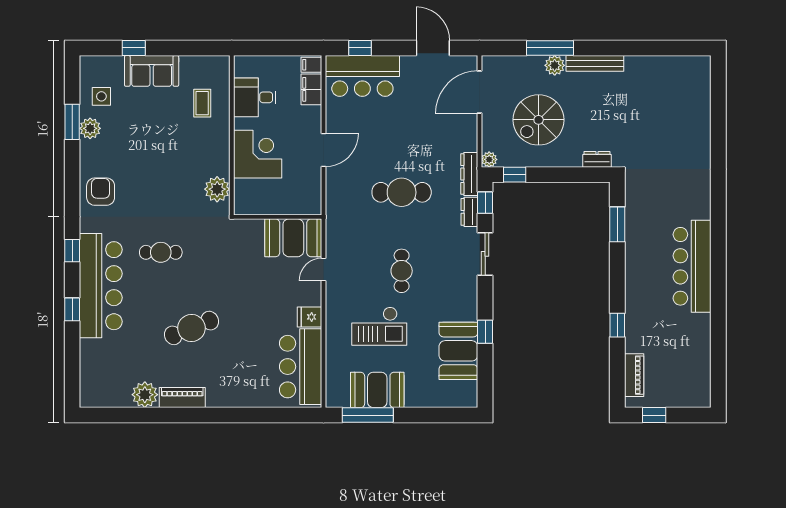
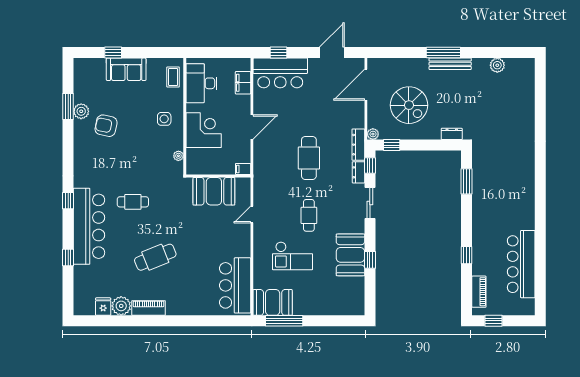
door: (433, 48) -> (332, 53), hinge flipped
window: (550, 48) -> (443, 53), moved
filing cabinet: (311, 65) -> (243, 169), moved
plant: (555, 65) -> (497, 65), moved
side table: (101, 96) -> (164, 119), moved
desk: (255, 97) -> (202, 83), width x1.37
coffee table: (202, 103) -> (173, 77), moved
spiral stairs: (539, 120) -> (409, 105), turned -90
plant: (217, 189) -> (178, 156), width x0.53, depth x0.53
armchair: (101, 192) -> (106, 126), moved, turned -78
cafe table: (402, 192) -> (309, 158), turned 90
booth: (293, 238) -> (214, 191), moved
bar counter: (692, 266) -> (521, 264), moved
window: (72, 309) -> (68, 258), moved
fridge: (310, 317) -> (103, 307), moved, turned 90
booth: (458, 351) -> (350, 255), moved
booth: (377, 390) -> (273, 302), moved

